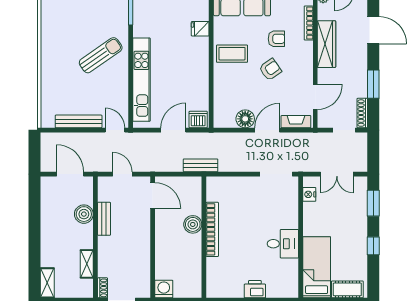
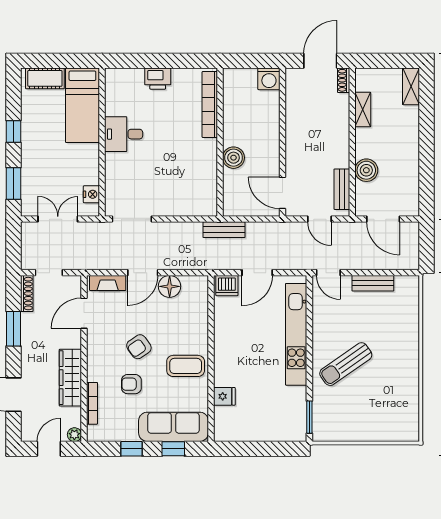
bench: (79, 121) -> (373, 283), width x0.73
bench: (104, 219) -> (342, 189), moved
bookcase: (212, 229) -> (210, 105), moved

